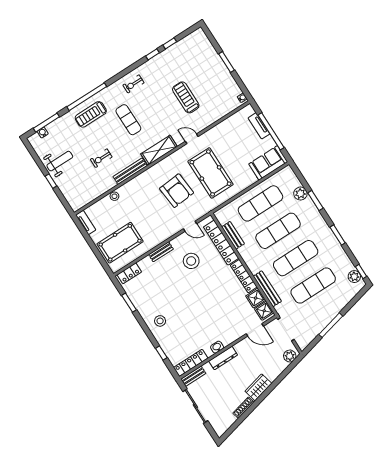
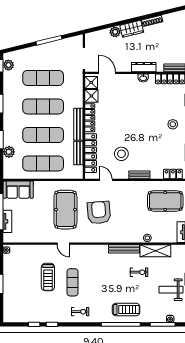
exercise mat: (128, 120) -> (73, 282), moved
shelving: (159, 150) -> (155, 251), moved
bench: (267, 289) -> (78, 124), moved
plant: (290, 356) -> (115, 32), moved

